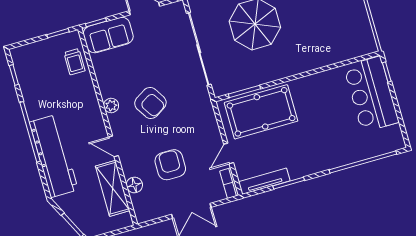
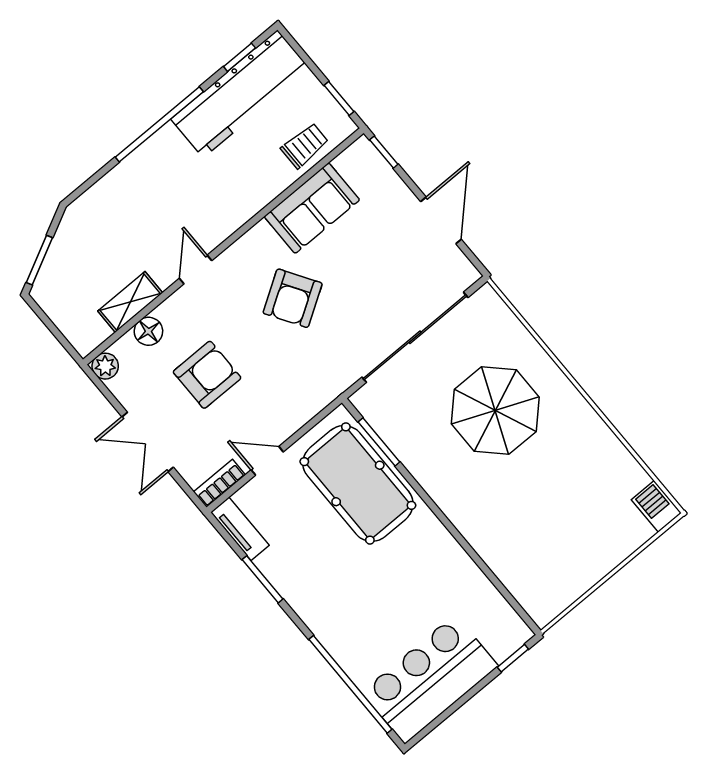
sofa: (108, 35) -> (312, 208), moved, turned -90
trolley: (74, 62) -> (305, 146), turned 180
bar counter: (371, 94) -> (430, 679), moved
plant: (111, 106) -> (105, 366), moved
workbench: (54, 156) -> (240, 94), moved
tv unit: (264, 181) -> (240, 529), width x0.71
shelving: (113, 188) -> (130, 302), width x0.67, depth x0.75

